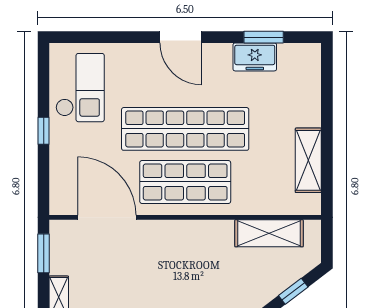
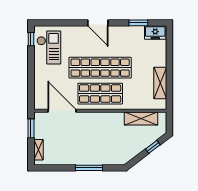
freezer: (255, 57) -> (155, 33), moved
window: (44, 131) -> (31, 39), moved

